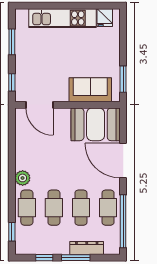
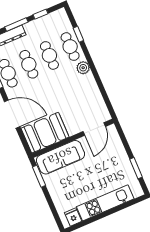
window: (12, 82) -> (123, 137), removed
sofa: (90, 90) -> (60, 157), width x1.36
door: (39, 105) -> (94, 129), swing flipped
window: (12, 232) -> (78, 34), moved

